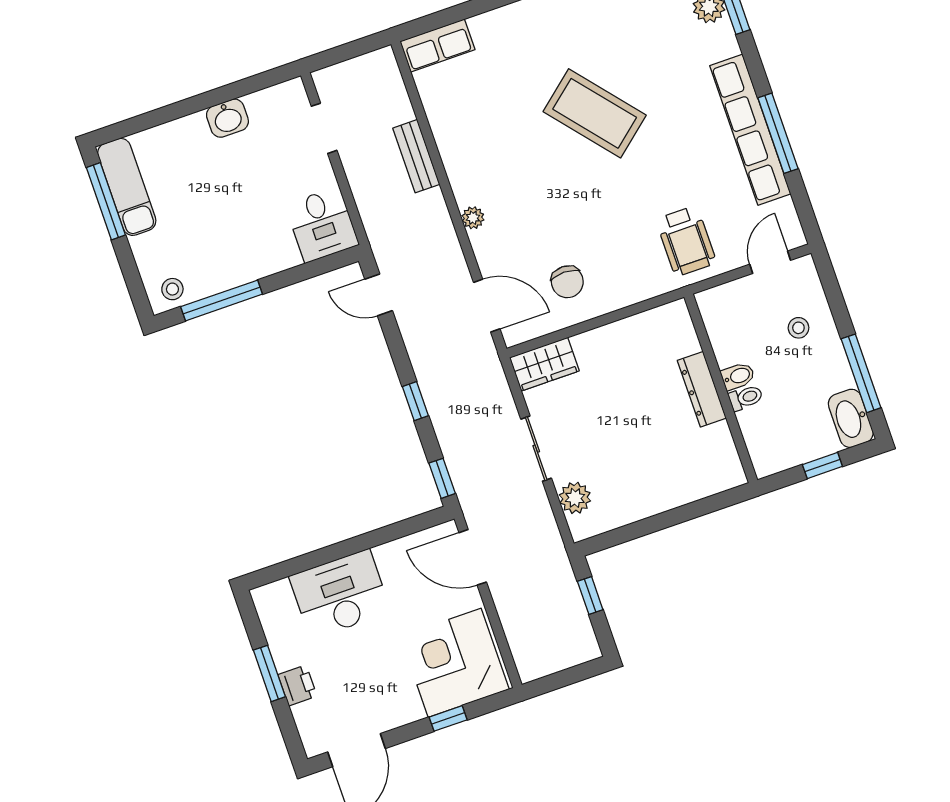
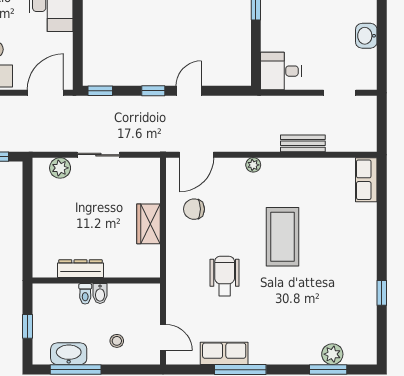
coffee table: (595, 113) -> (282, 237), moved, turned -50
row of seats: (750, 130) -> (224, 353), width x0.50
wheelchair: (686, 241) -> (225, 276), moved, turned 90
door: (379, 295) -> (189, 91), moved
wardrobe: (544, 364) -> (148, 224), moved
dresser: (702, 389) -> (80, 269), moved
washbasin: (851, 418) -> (69, 354), moved

